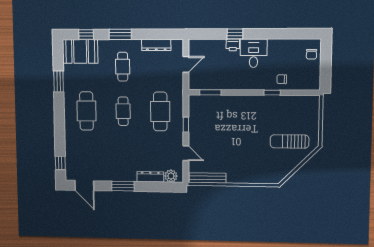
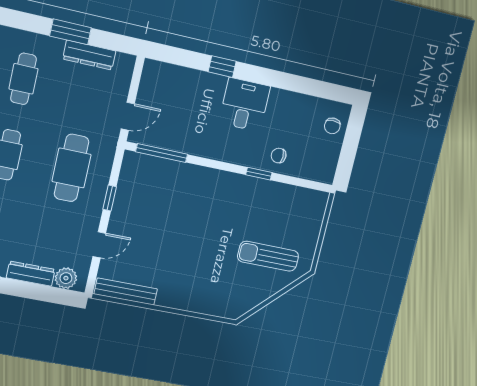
window: (120, 34) -> (71, 32), moved
printer: (233, 45) -> (215, 84), removed
door: (186, 64) -> (128, 116), moved
window: (210, 92) -> (162, 153), width x1.44
door: (186, 153) -> (99, 245), hinge flipped

